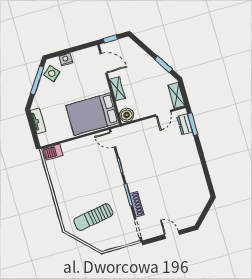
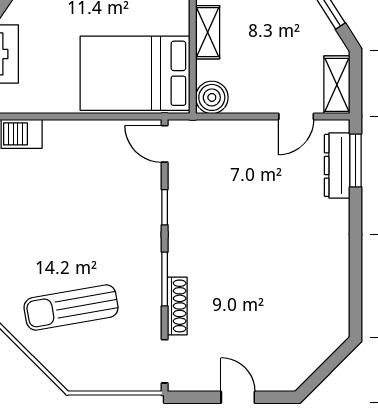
dresser: (185, 124) -> (337, 165), width x1.44

